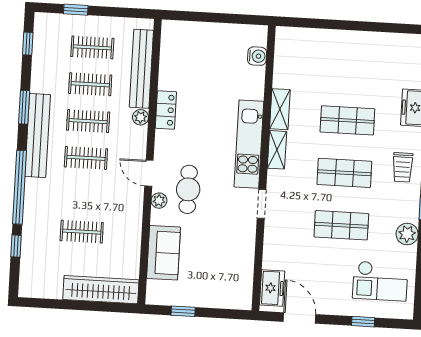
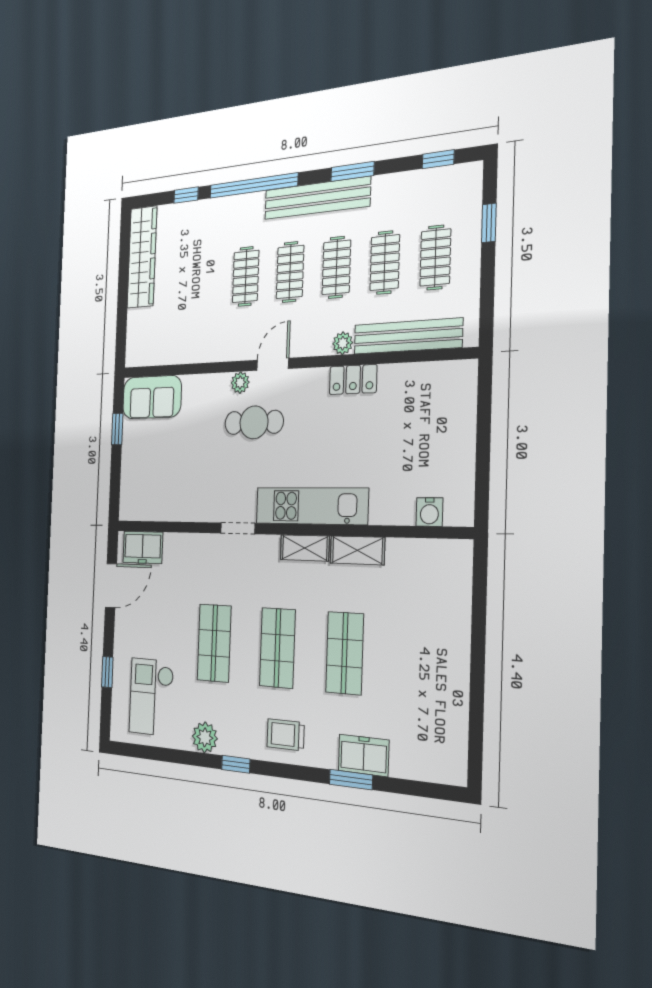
clothes rail: (82, 232) -> (246, 276), moved
sofa: (164, 253) -> (152, 397), moved
wardrobe: (101, 290) -> (142, 257), moved

